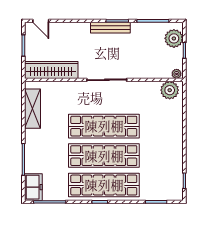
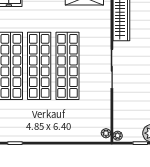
plant: (170, 90) -> (106, 133), width x0.53, depth x0.53

